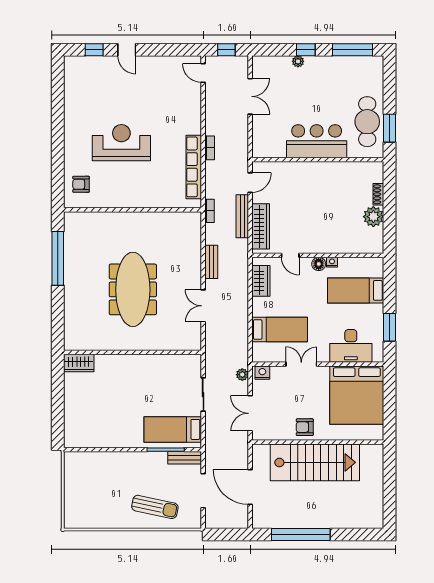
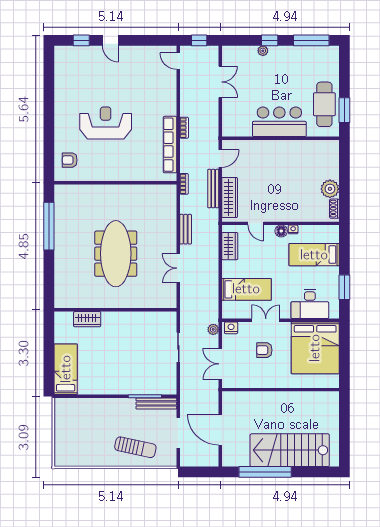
shoe rack: (378, 194) -> (334, 209), moved
wardrobe: (79, 363) -> (87, 319), moved
armchair: (305, 427) -> (264, 350), moved
bed: (173, 429) -> (66, 369), moved, turned 90
bench: (185, 458) -> (156, 403), width x1.36
stairs: (315, 462) -> (290, 450), moved, turned 180

